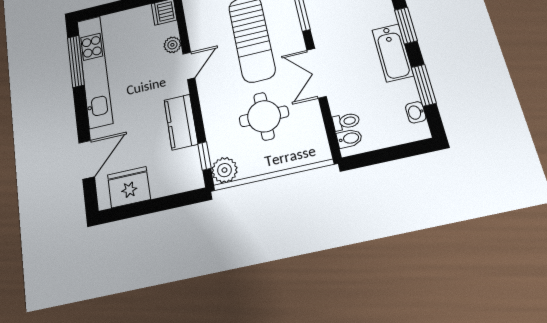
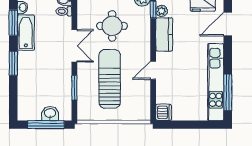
plant: (172, 45) -> (162, 11), moved
bathtub: (393, 53) -> (26, 33), moved

